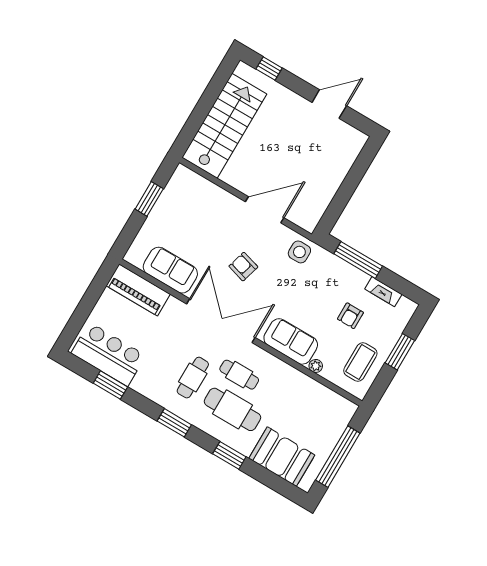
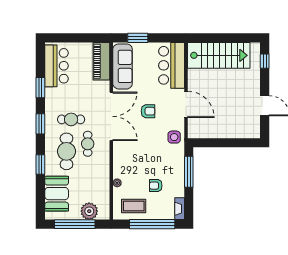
bar counter: (200, 198) -> (172, 65), added
window: (149, 199) -> (138, 38), moved
armchair: (243, 267) -> (148, 111), turned 74
sofa: (170, 270) -> (123, 66), width x1.36
fireplace: (383, 292) -> (180, 209), moved
sofa: (291, 341) -> (122, 161), removed
window: (400, 352) -> (152, 224), width x2.11
window: (110, 385) -> (40, 88), moved
plant: (332, 427) -> (89, 211), added

